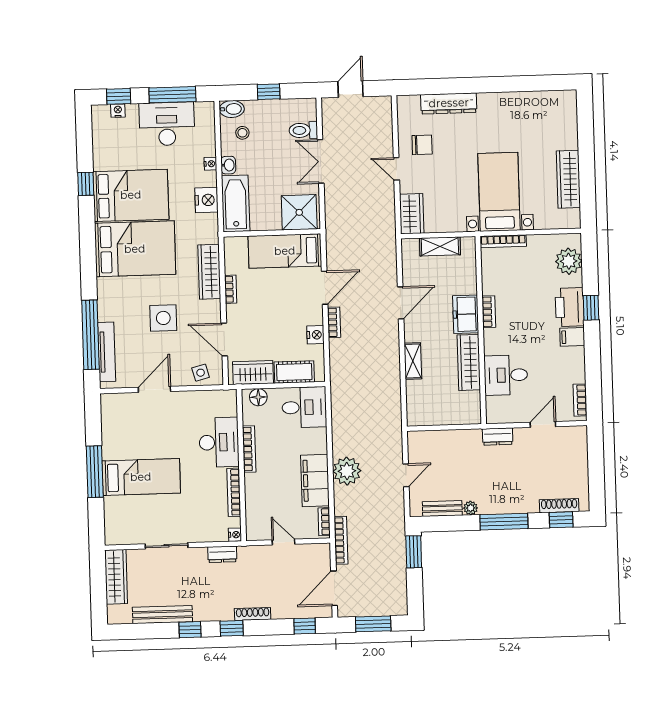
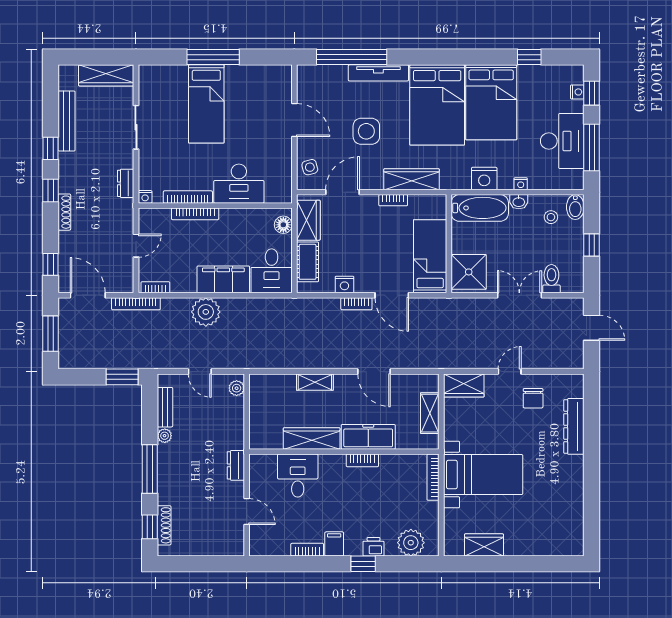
wardrobe: (568, 179) -> (484, 545), width x0.67
window: (86, 184) -> (529, 57), moved
printer: (570, 307) -> (374, 547), width x0.53, depth x0.68
freezer: (466, 314) -> (368, 437), width x1.40
tv unit: (107, 352) -> (378, 73), moved
bookcase: (580, 400) -> (307, 550), moved
plant: (421, 438) -> (237, 388), added
bookcase: (249, 449) -> (195, 214), moved
filing cabinet: (315, 480) -> (223, 279), moved

